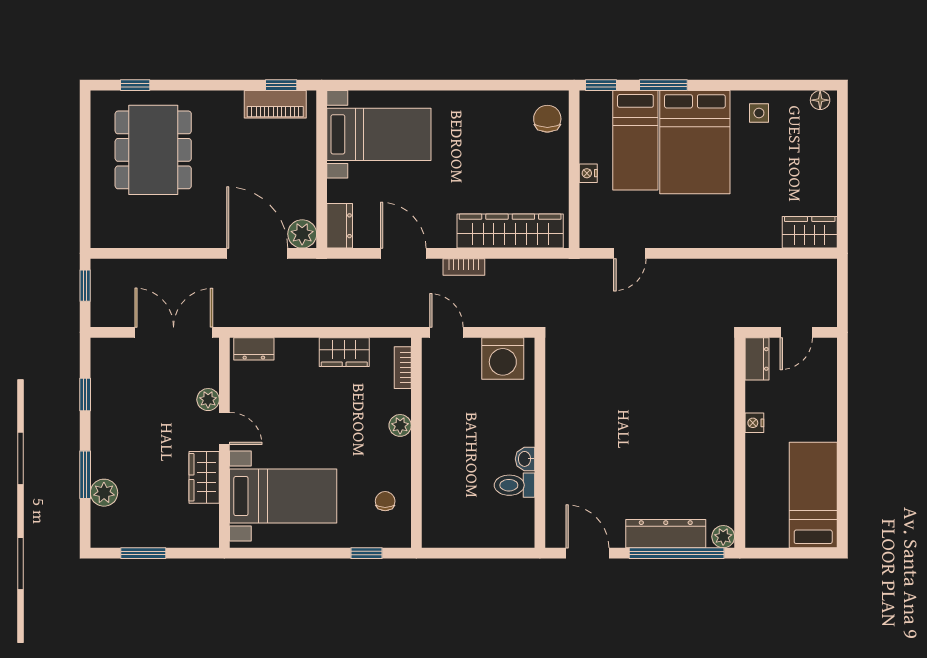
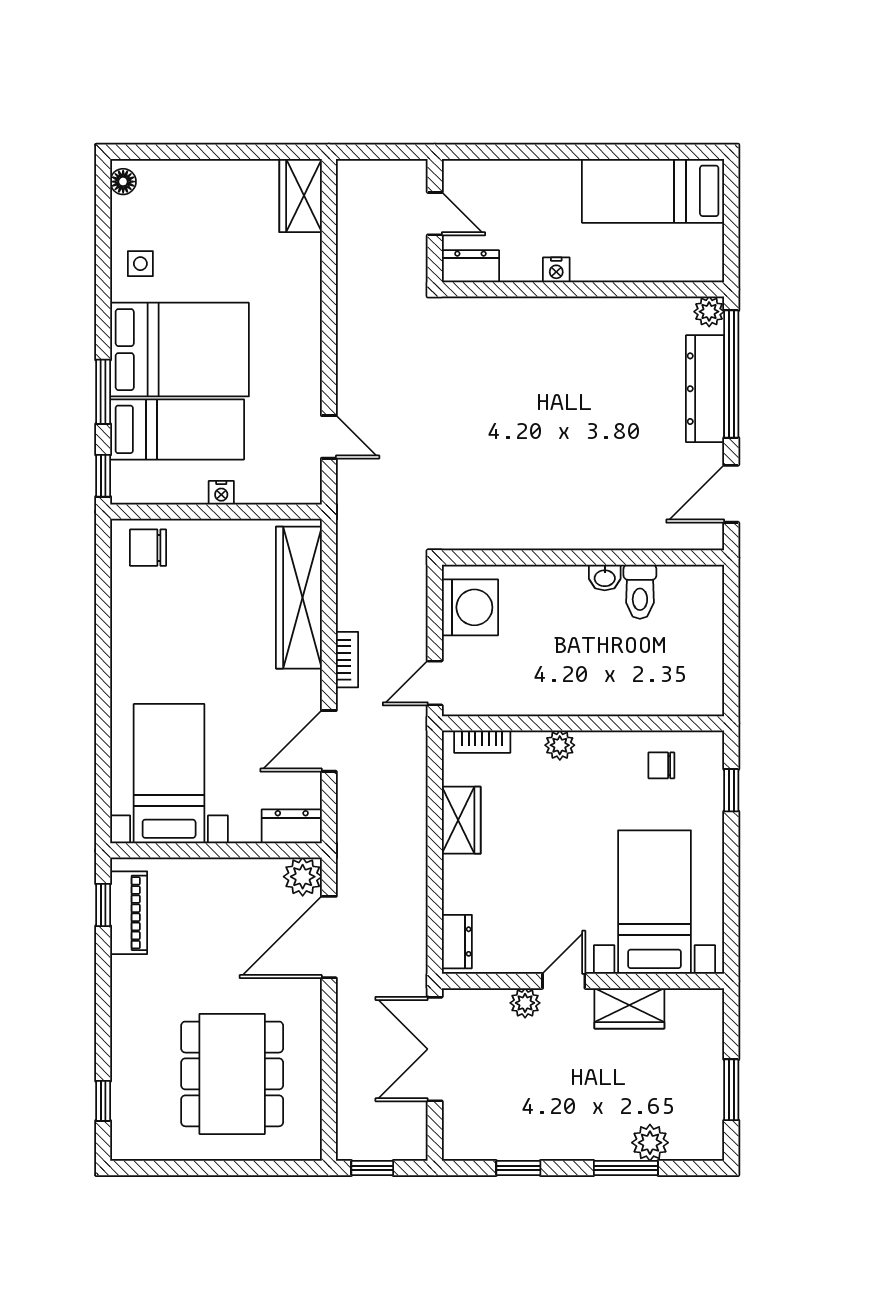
dining table: (153, 150) -> (232, 1074), moved, turned 90

